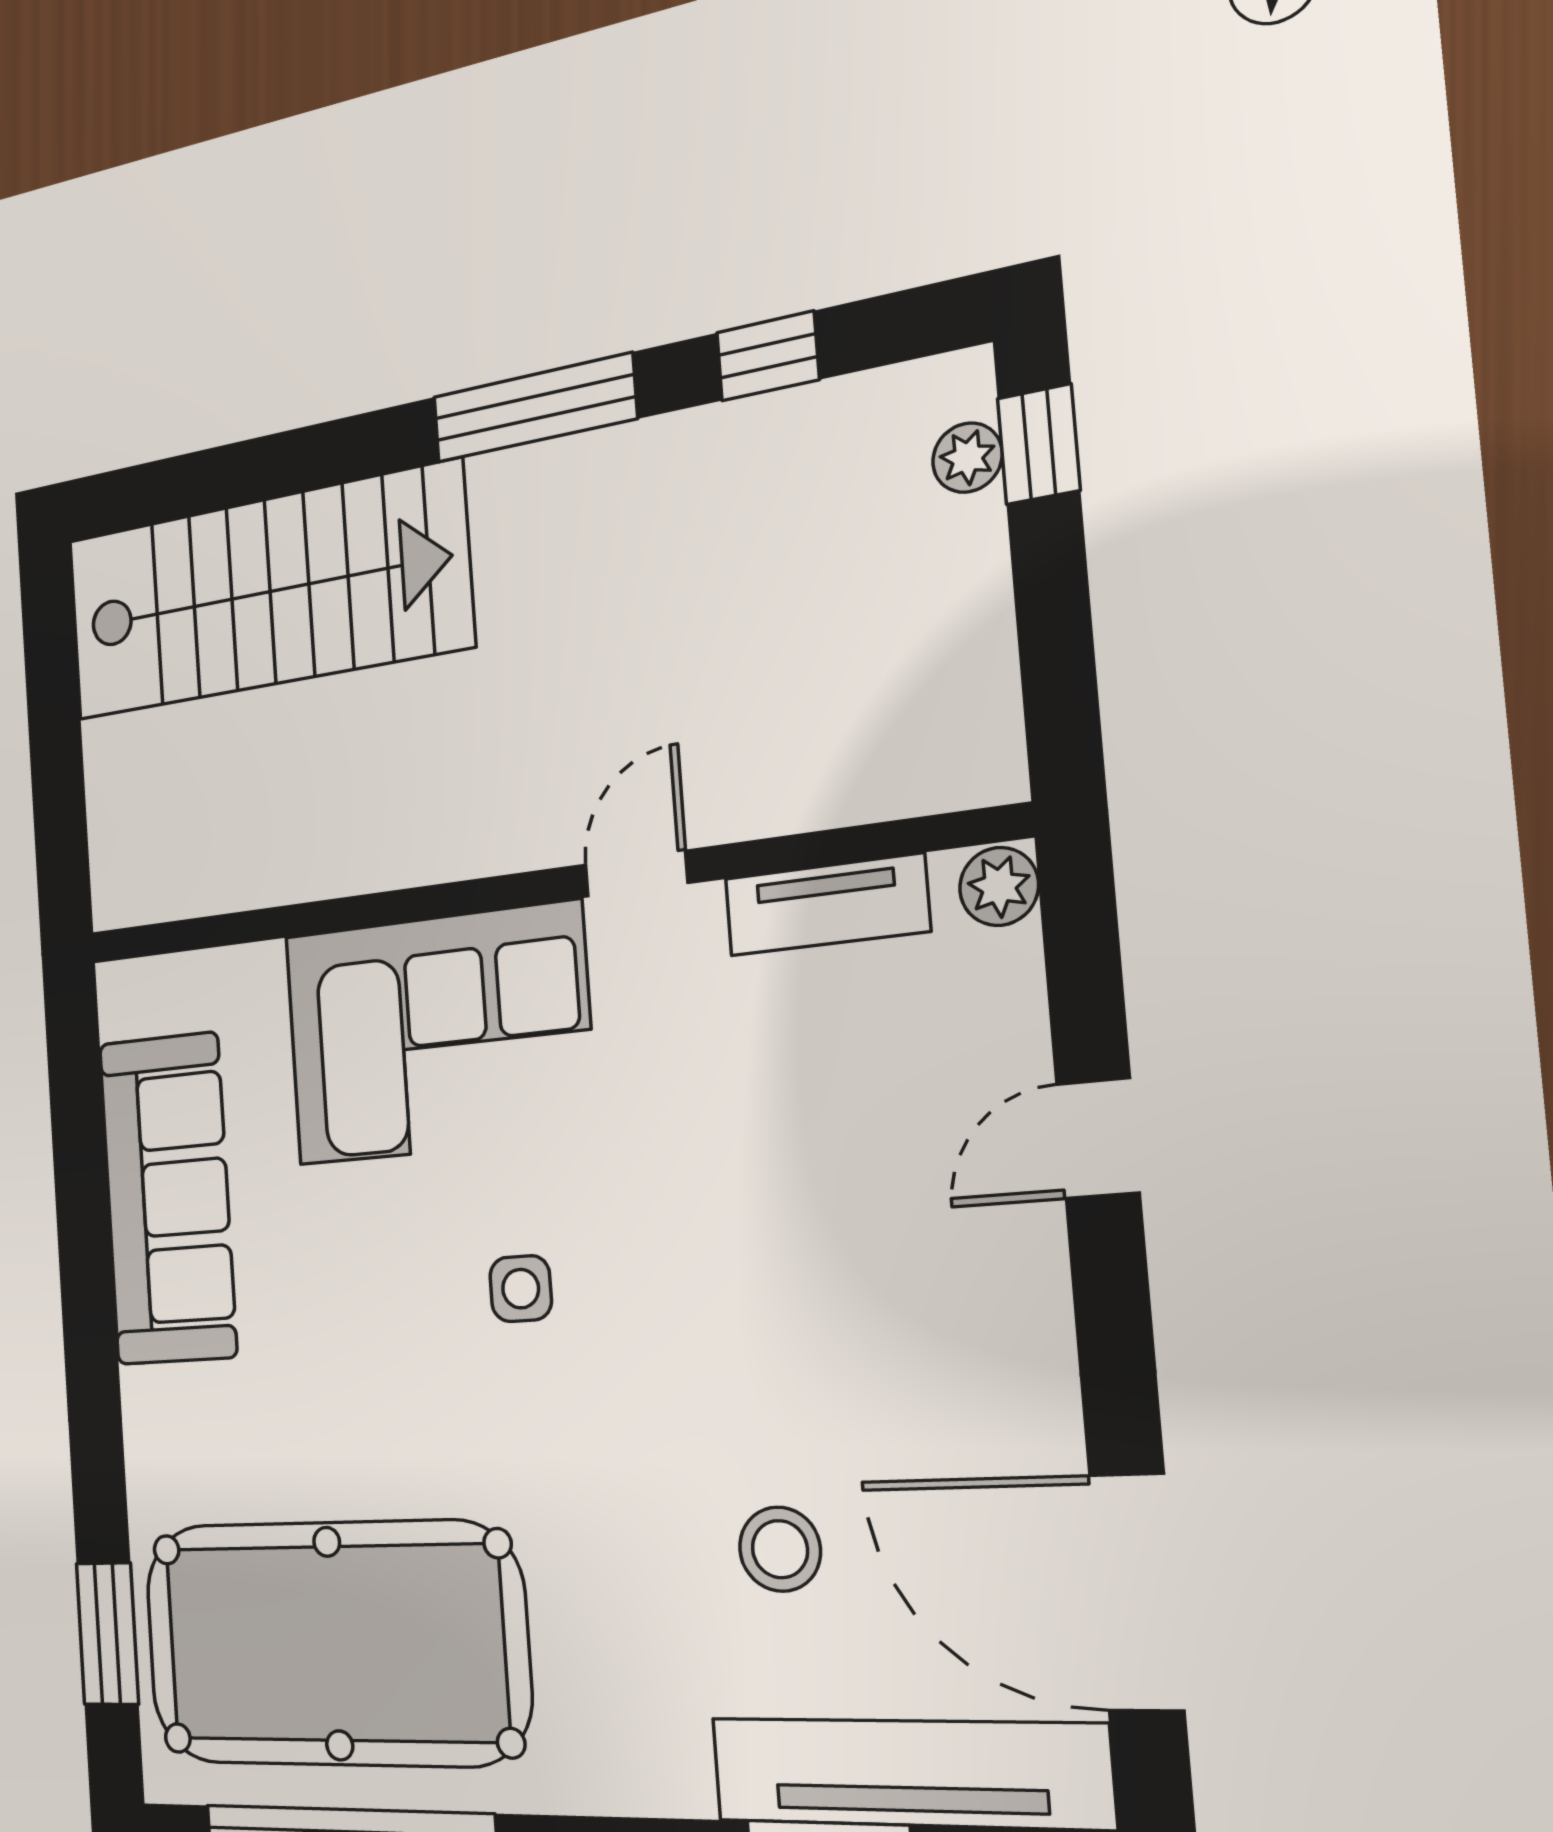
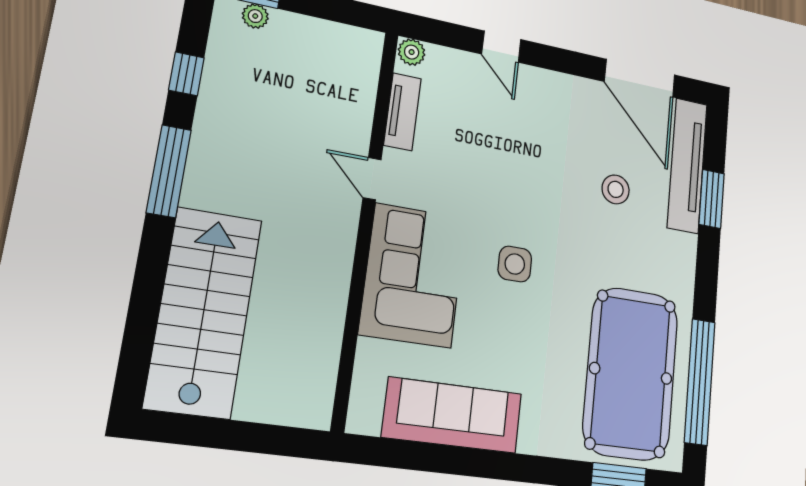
side table: (521, 1289) -> (515, 264), width x1.37, depth x1.37
door: (1136, 1592) -> (640, 78), hinge flipped

